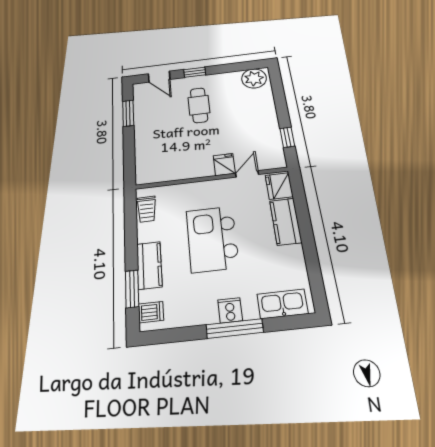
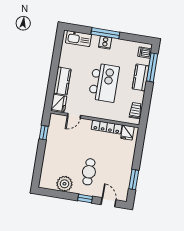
plant: (254, 78) -> (64, 184), moved
fridge: (224, 165) -> (127, 133), moved
locker: (188, 172) -> (107, 127), added
window: (132, 289) -> (152, 67), width x1.44

